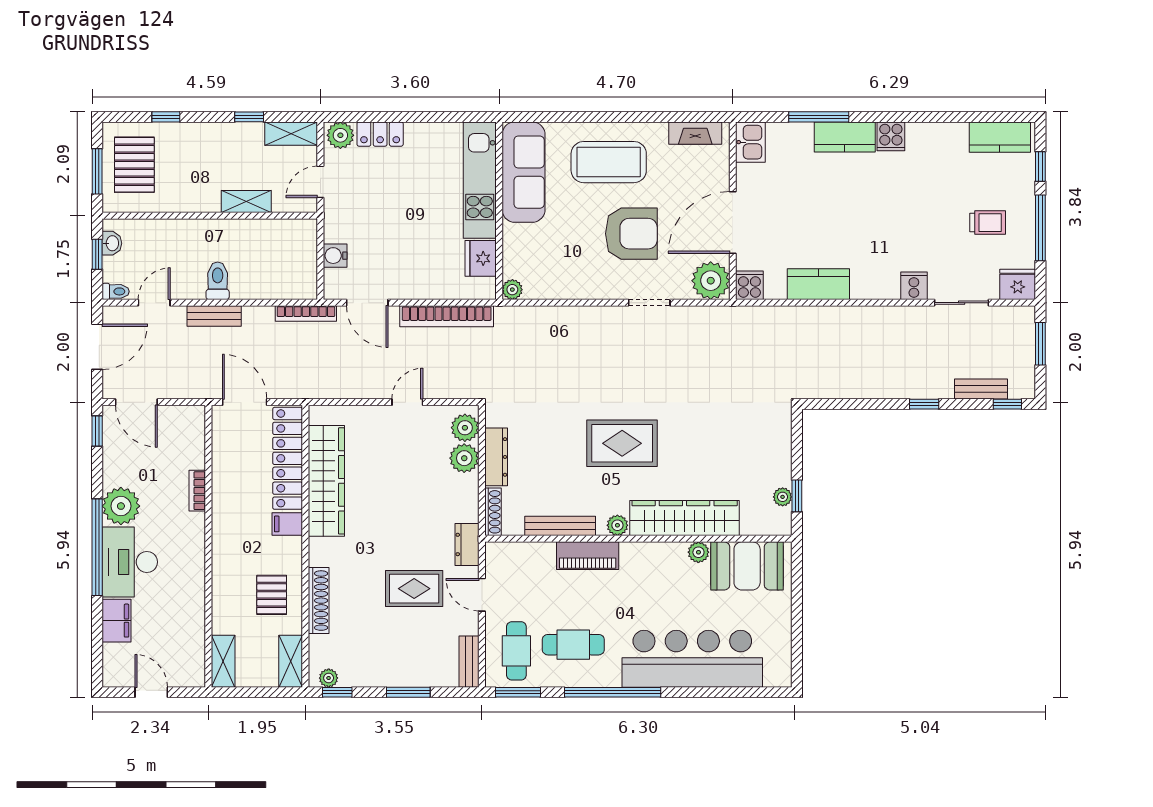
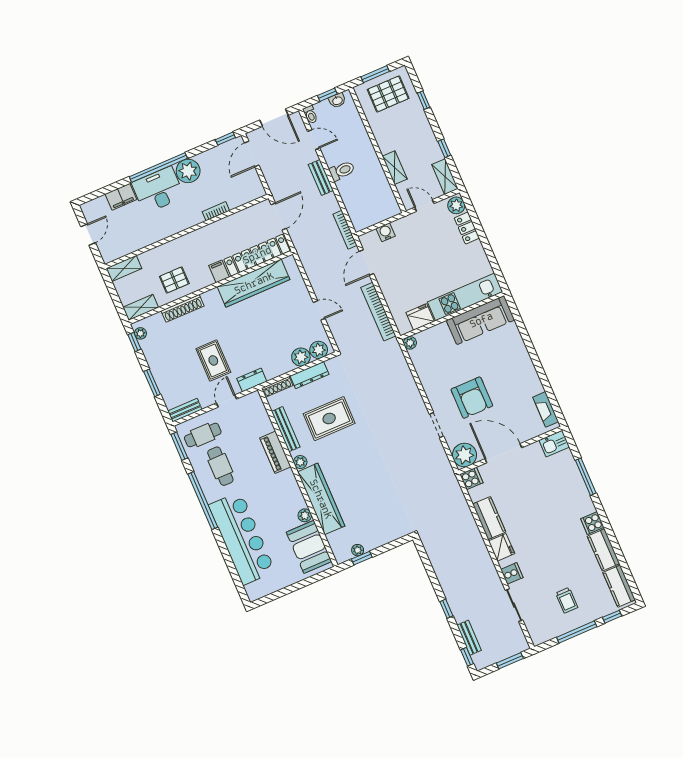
kitchen counter: (845, 137) -> (603, 550), moved
coffee table: (609, 162) -> (507, 367), removed
fridge: (1018, 284) -> (502, 547), moved
rug: (622, 443) -> (329, 419), moved, turned 90

